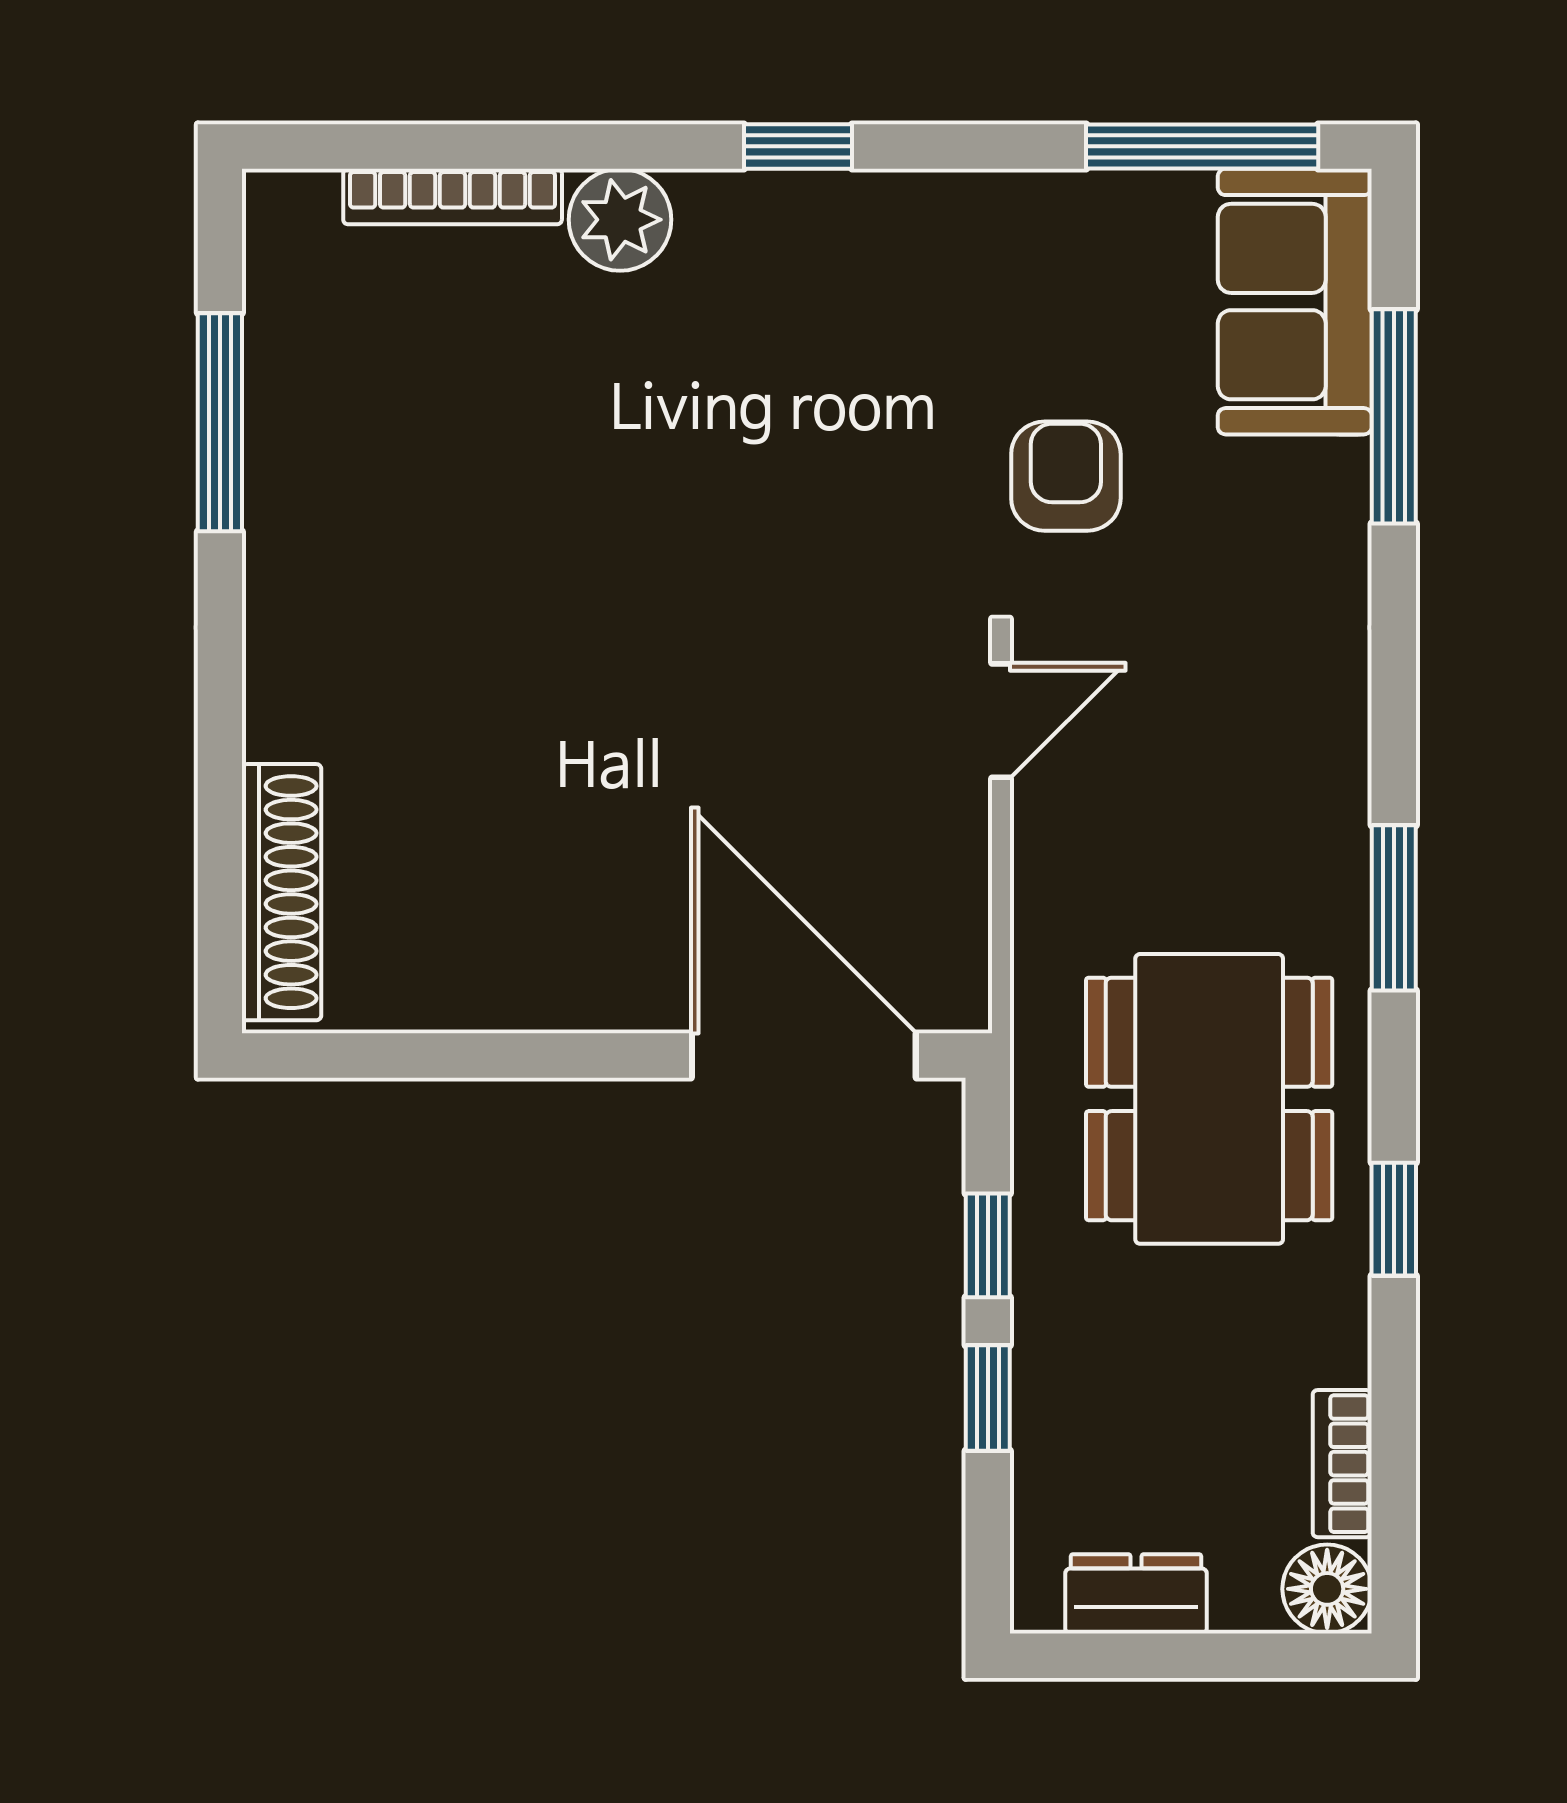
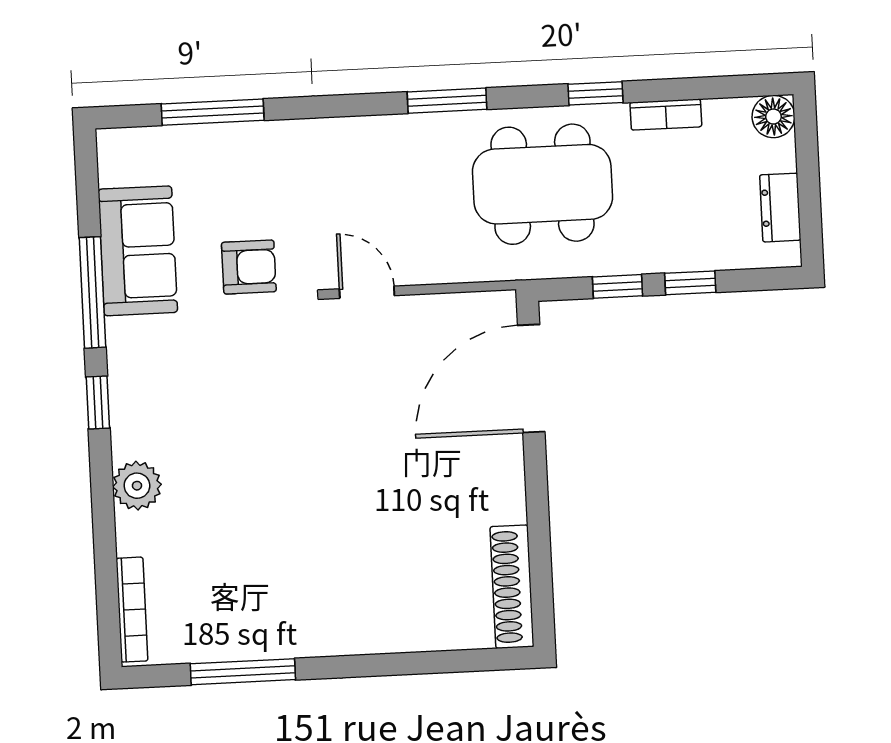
window: (1202, 146) -> (93, 292), moved
bookcase: (453, 197) -> (132, 610), moved
sofa: (1295, 302) -> (138, 251), moved, turned -90
armchair: (1066, 476) -> (249, 267), turned 180
shoe rack: (282, 892) -> (512, 587), moved, turned -90
bookcase: (1342, 1464) -> (666, 115), moved

